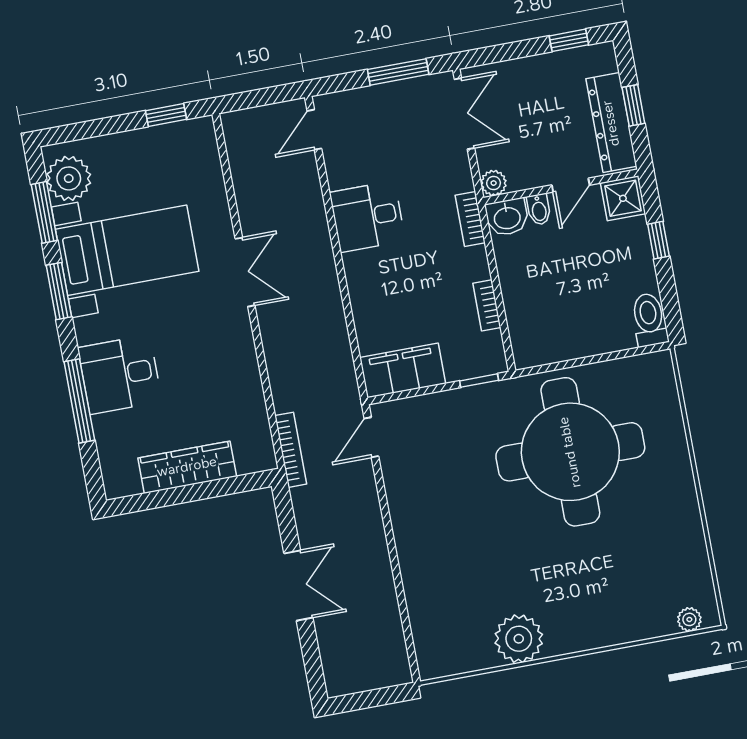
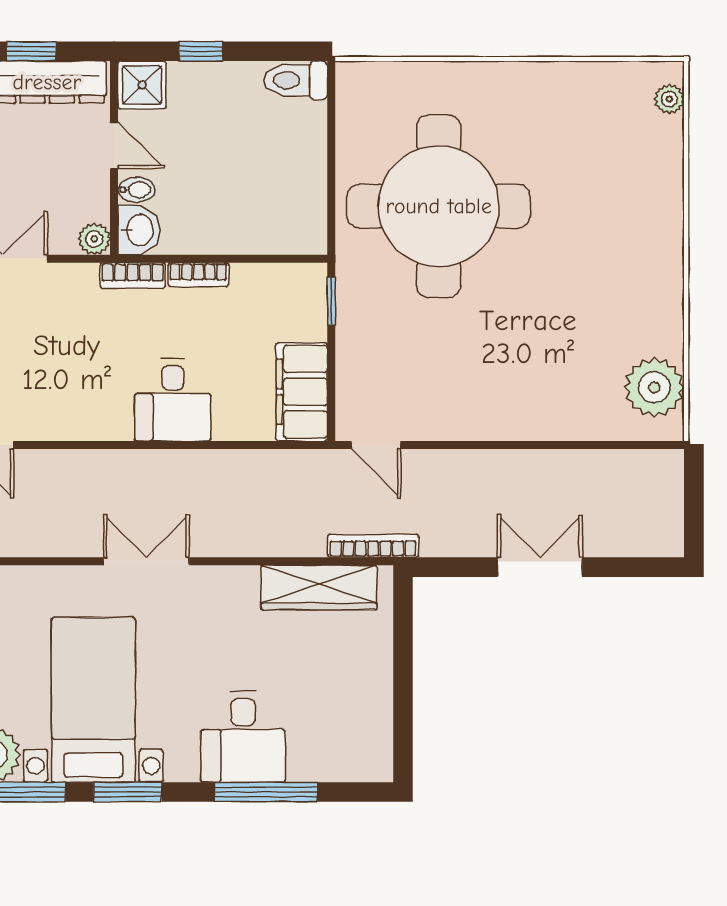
desk: (367, 217) -> (173, 400), moved
bookcase: (487, 305) -> (198, 275), moved
wardrobe: (187, 467) -> (319, 588), moved, turned -90
plant: (519, 639) -> (654, 387), moved

